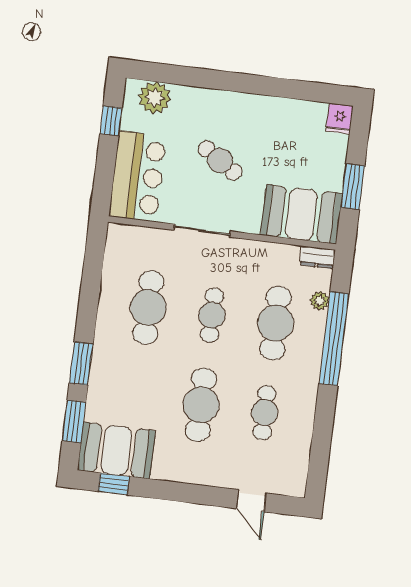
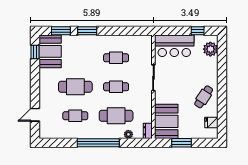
fridge: (340, 119) -> (211, 122), moved
cafe table: (220, 160) -> (204, 97), moved
cafe table: (148, 307) -> (116, 58), width x0.73, depth x0.74
window: (334, 339) -> (98, 143), moved

